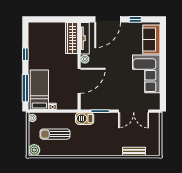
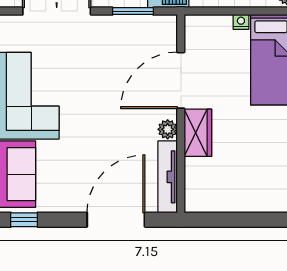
window: (135, 19) -> (24, 220), moved
wardrobe: (72, 38) -> (198, 133), moved, width x0.67

